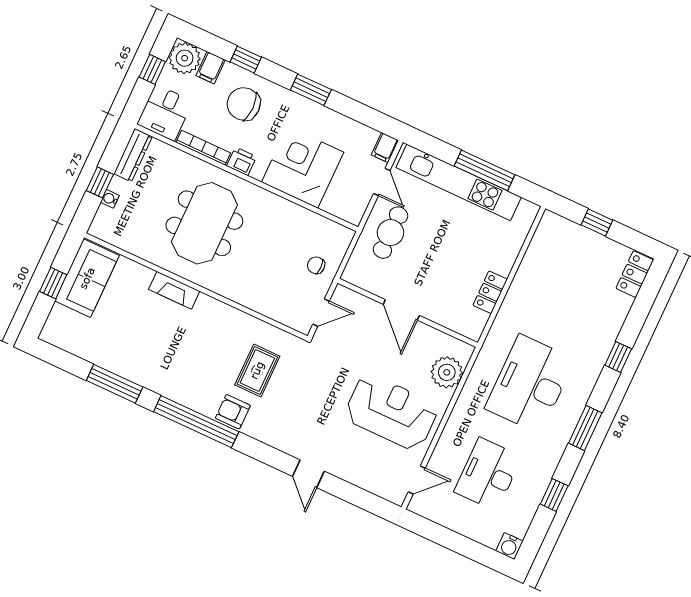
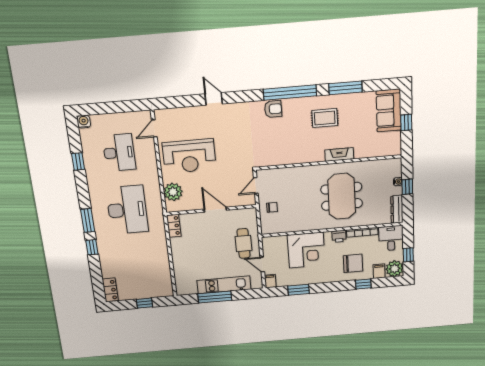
window: (311, 90) -> (299, 290), moved
kitchen unit: (459, 182) -> (224, 285), width x0.73
sofa: (87, 278) -> (389, 111), moved
locker: (490, 292) -> (174, 226), moved
rug: (257, 370) -> (325, 118), moved, turned 90
window: (585, 428) -> (88, 221), moved

